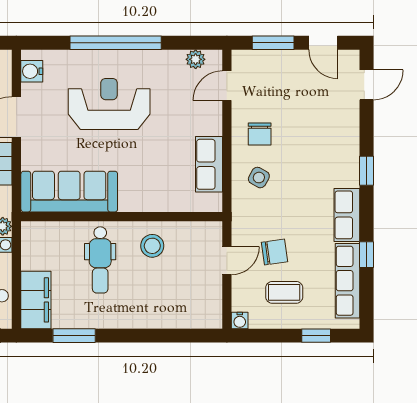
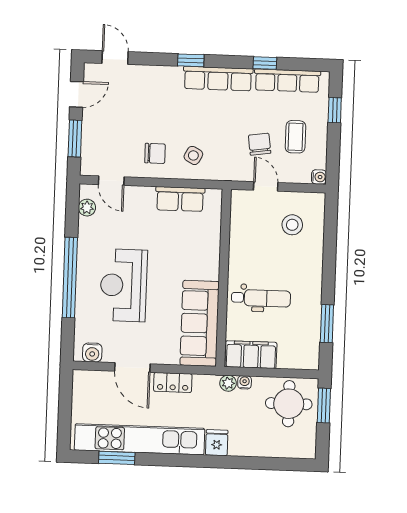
row of seats: (347, 215) -> (218, 79), width x1.48
stool: (152, 246) -> (292, 225), moved
filing cabinet: (36, 300) -> (251, 355), moved

